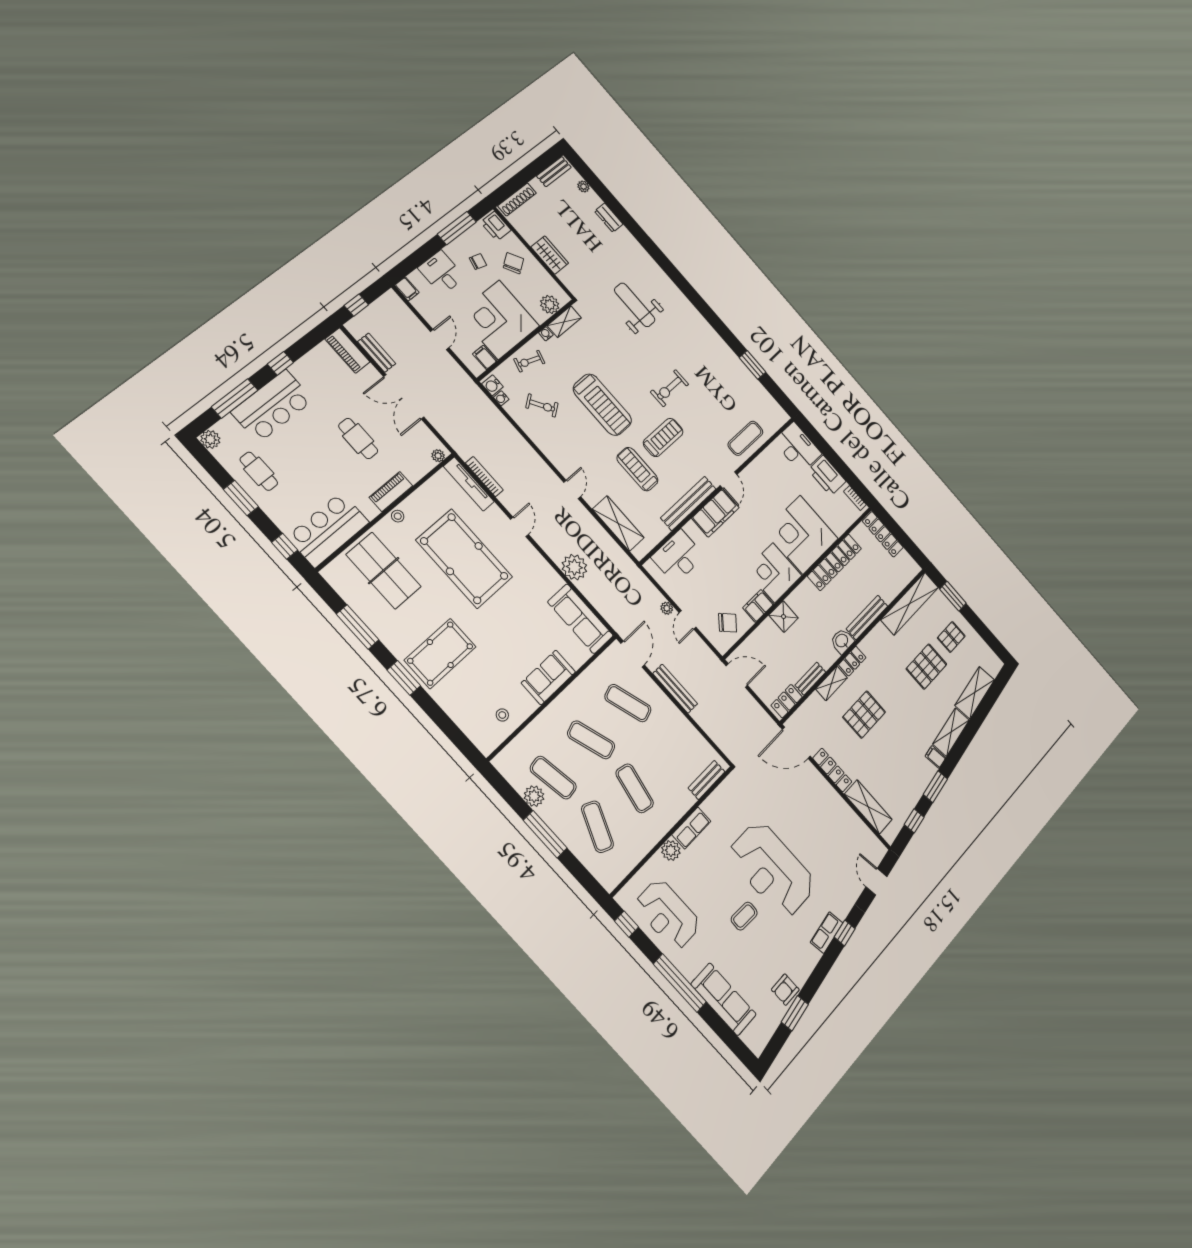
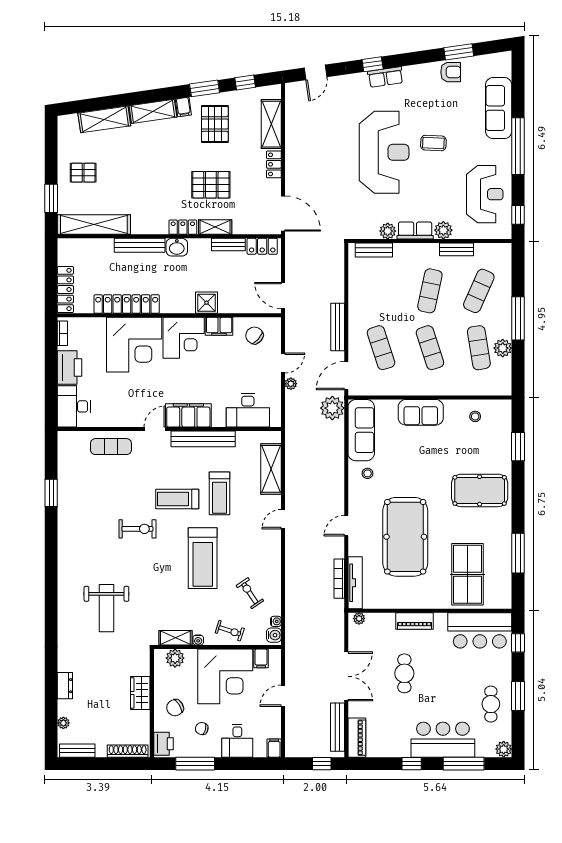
bench: (377, 353) -> (338, 727), width x1.36
treadmill: (602, 405) -> (203, 558), turned 180
stool: (398, 516) -> (367, 473), moved
plant: (574, 567) -> (332, 408), moved
pallet: (926, 667) -> (215, 124), moved, turned 90
window: (404, 678) -> (518, 447), moved
locker: (832, 770) -> (274, 164), width x0.66
plant: (711, 806) -> (388, 231), added
bench: (646, 844) -> (456, 249), added

